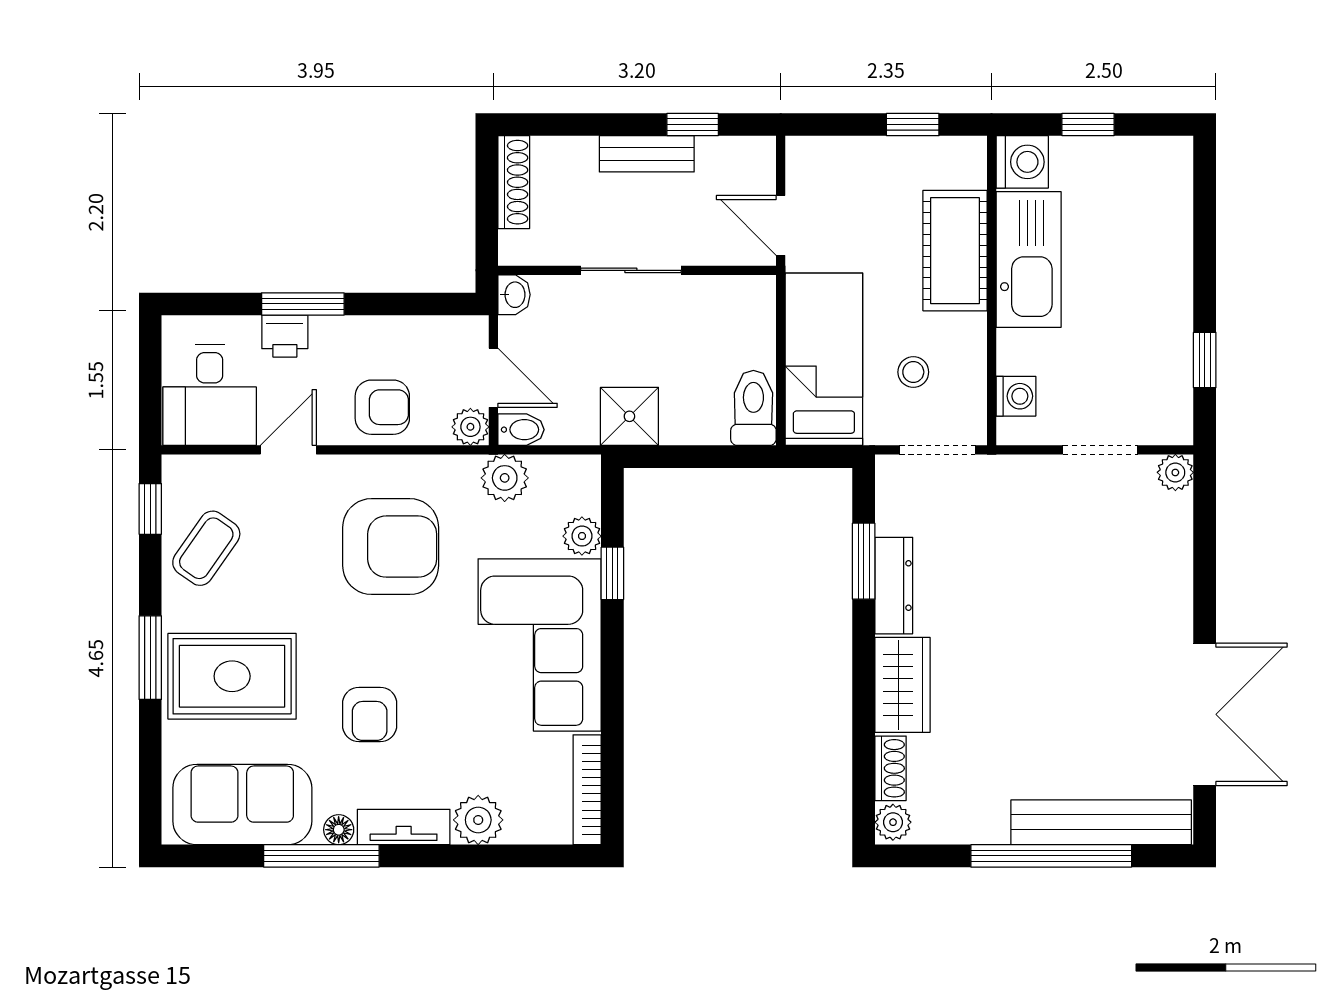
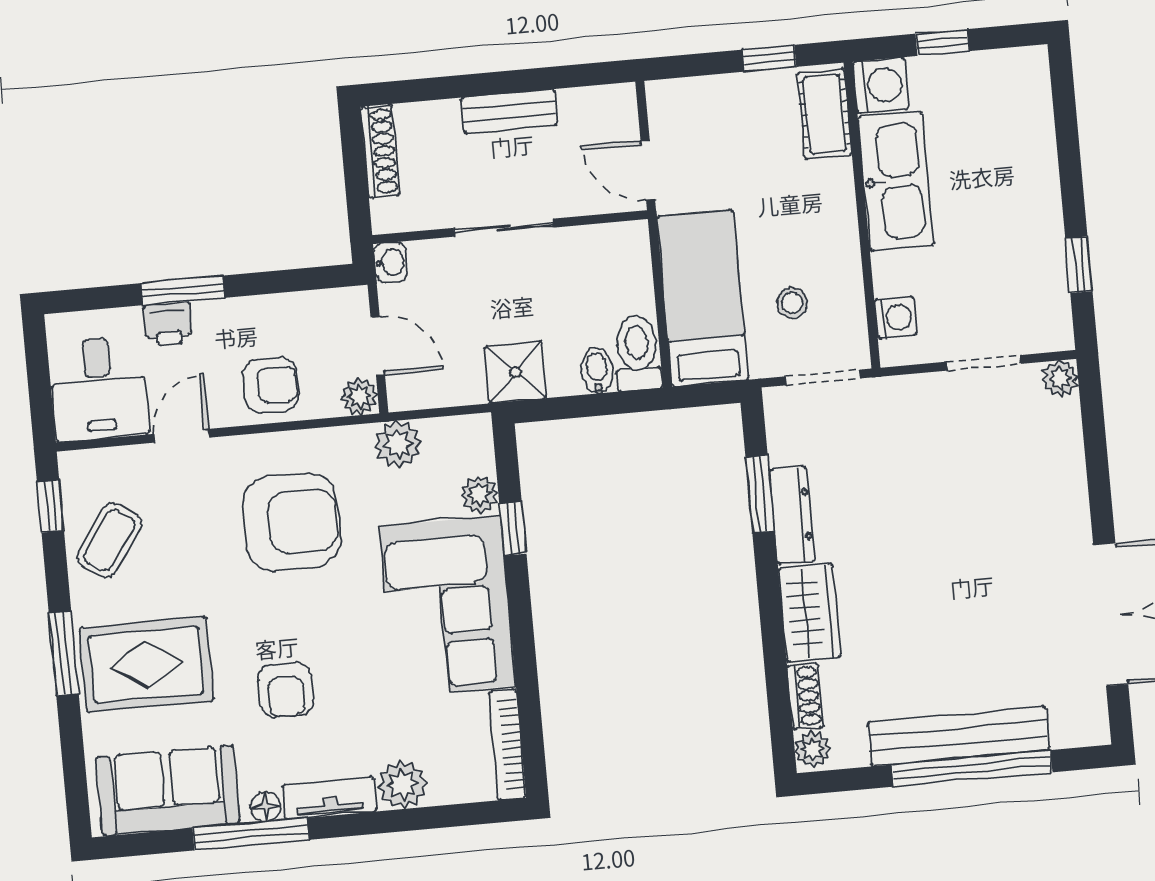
window: (693, 125) -> (552, 78), removed
cot: (955, 251) -> (824, 114), moved, width x0.73, depth x0.75
bidet: (521, 430) -> (597, 370), moved, turned -90
bench: (1101, 822) -> (958, 736), moved

